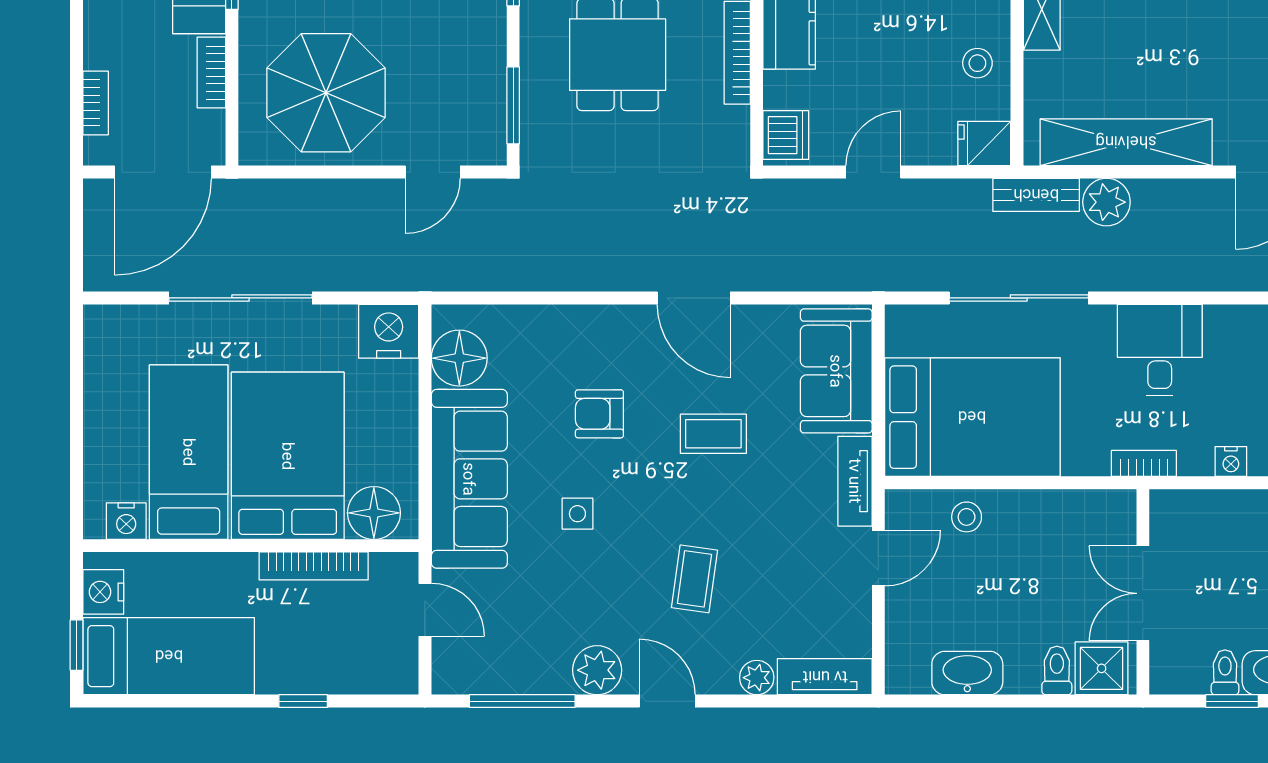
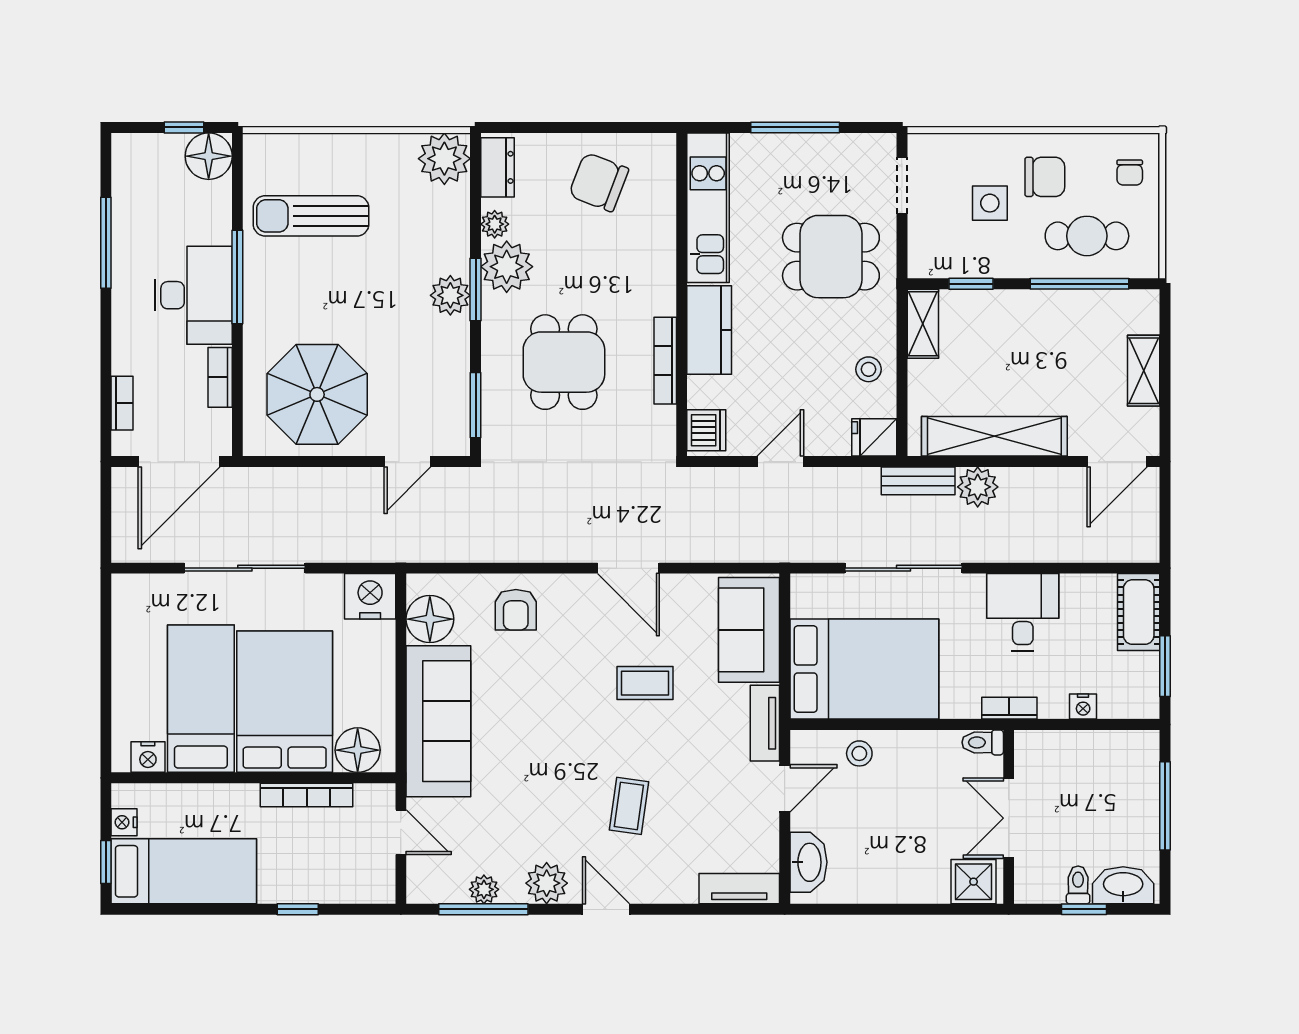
armchair: (599, 414) -> (516, 610), moved, turned -90
side table: (577, 514) -> (530, 751), removed
nightstand: (103, 592) -> (124, 822), width x0.72, depth x0.74
toilet: (1057, 670) -> (983, 742), moved, turned -90
washbasin: (967, 673) -> (808, 862), moved, turned 90
plant: (757, 678) -> (484, 889), moved

